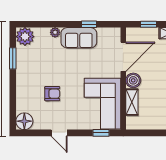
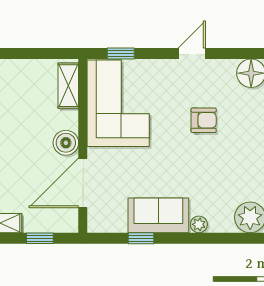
armchair: (52, 94) -> (204, 120), turned 180
shelving: (132, 102) -> (68, 86), moved
door: (59, 133) -> (192, 53), hinge flipped

